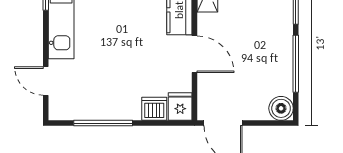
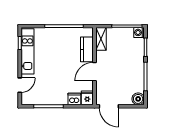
door: (194, 54) -> (95, 72), swing flipped
door: (46, 81) -> (20, 85), swing flipped

